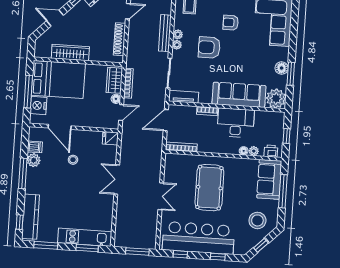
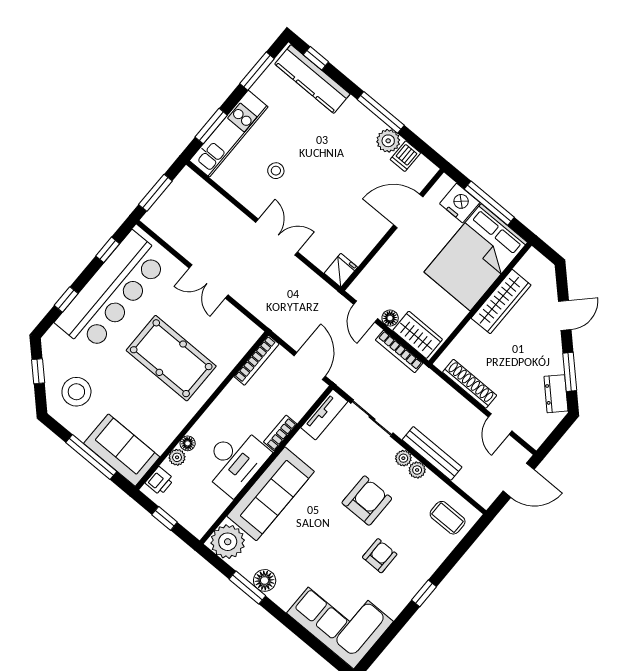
stool: (73, 160) -> (276, 171), moved

